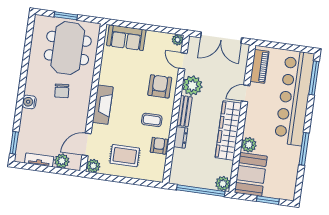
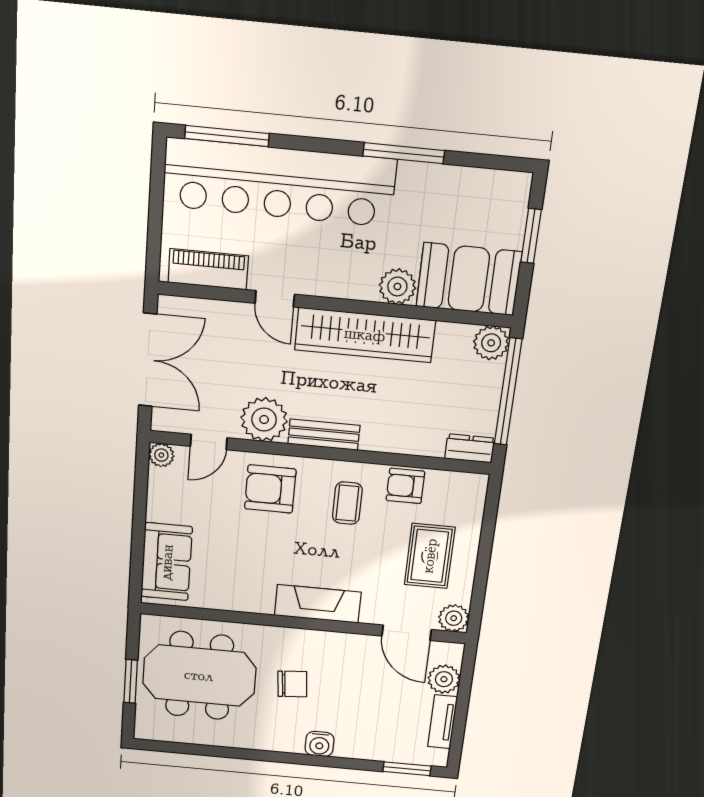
dresser: (181, 137) -> (470, 448), moved

